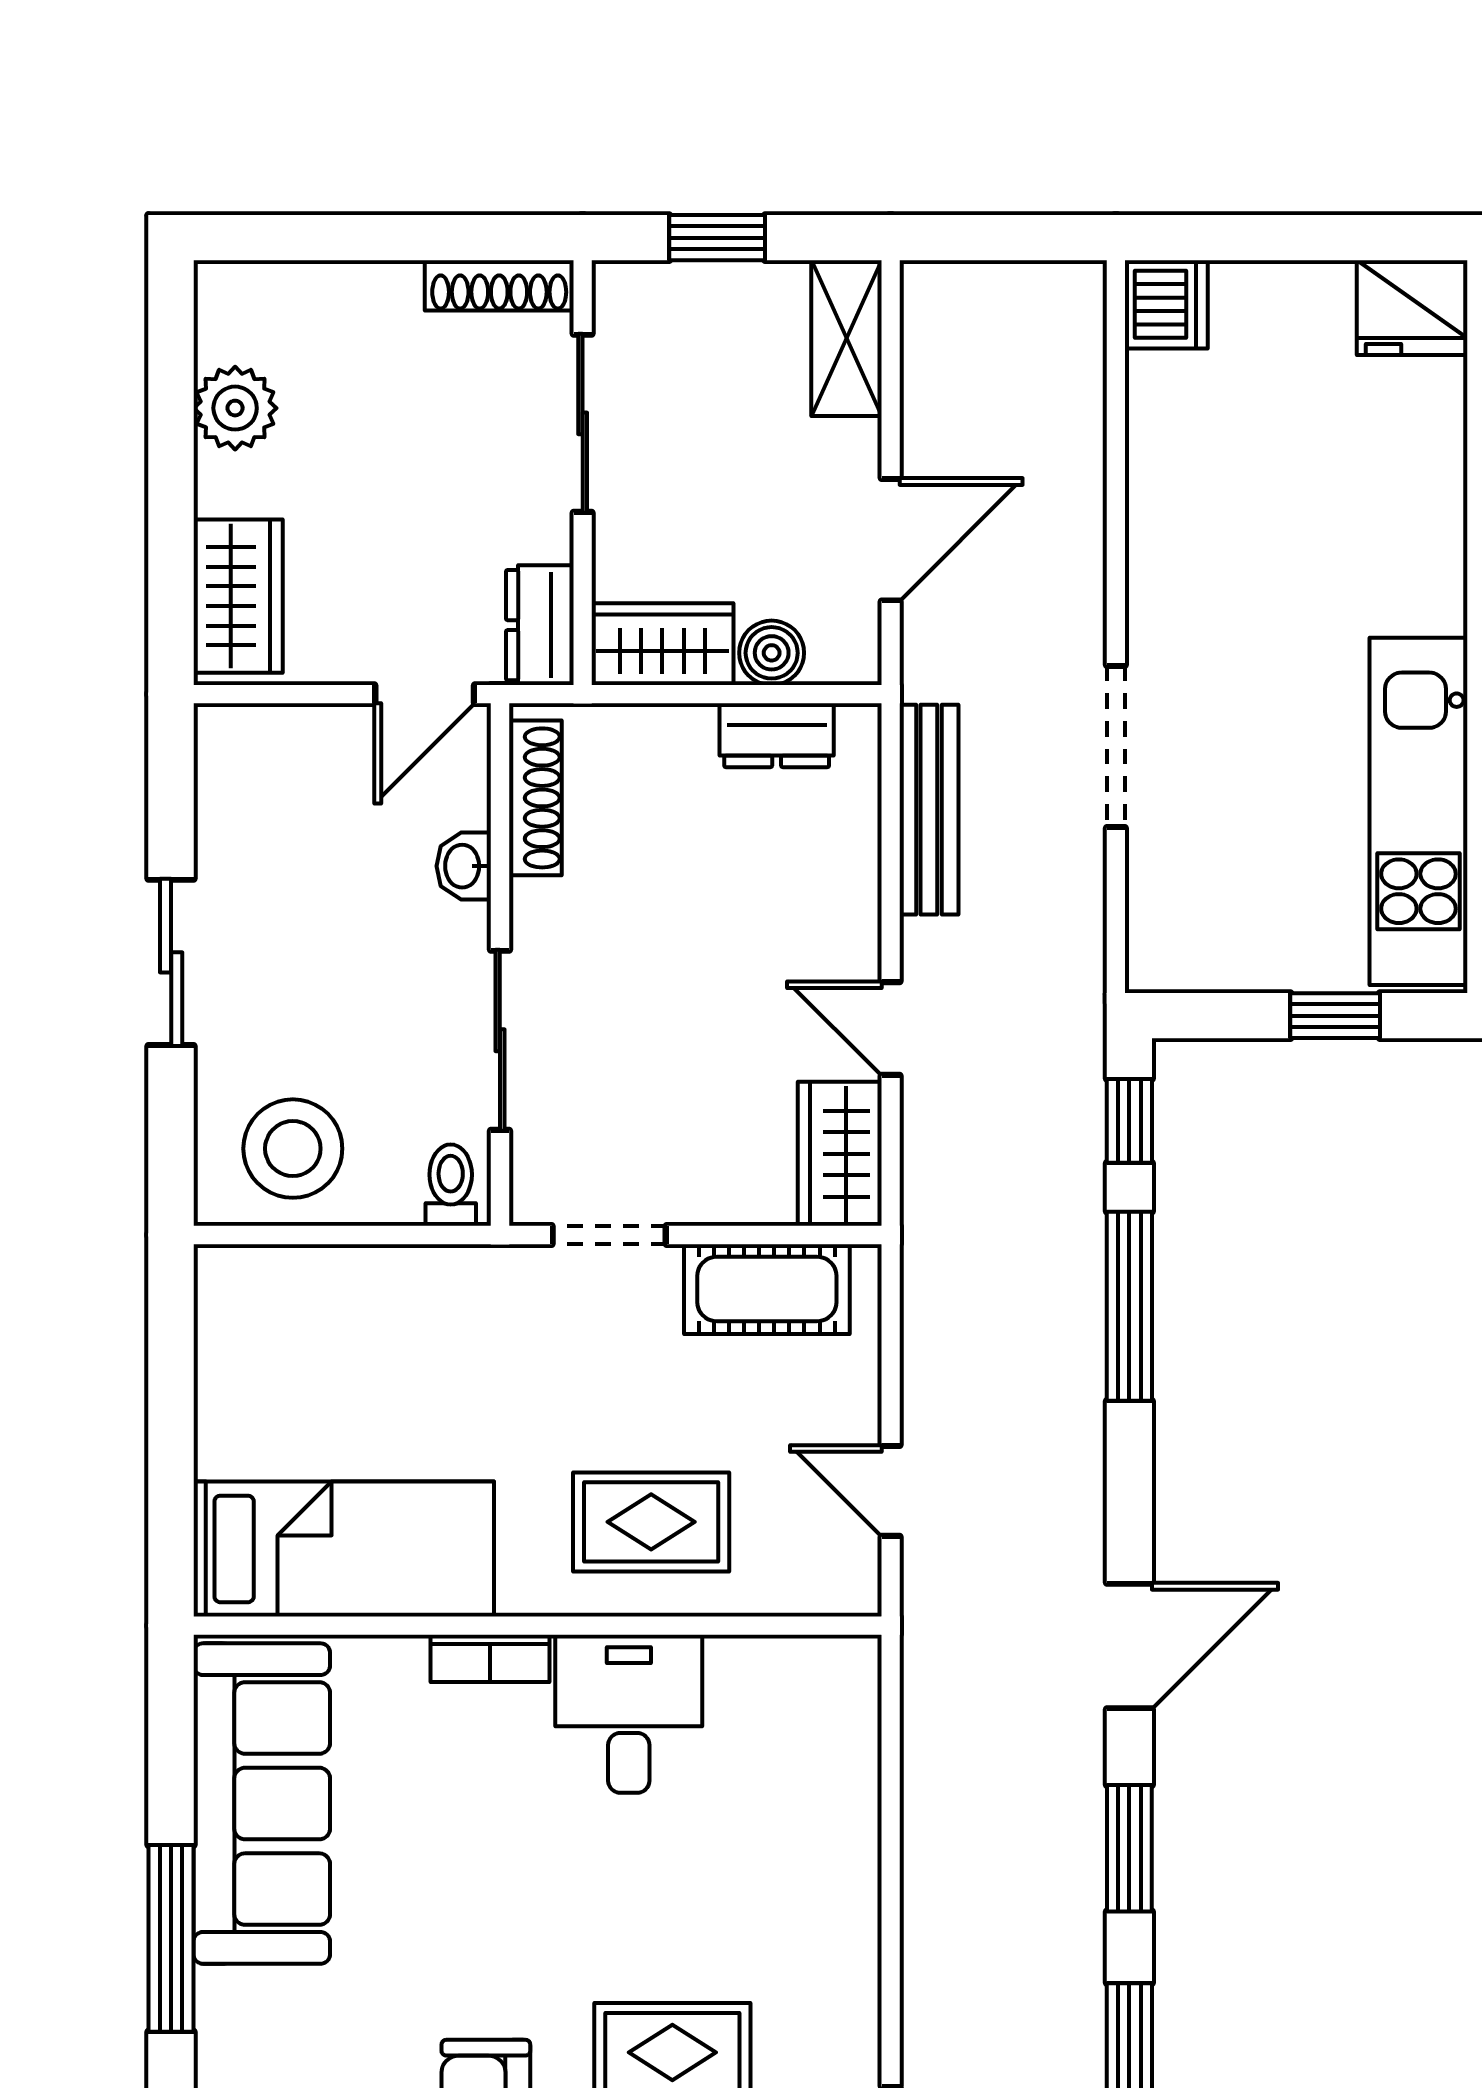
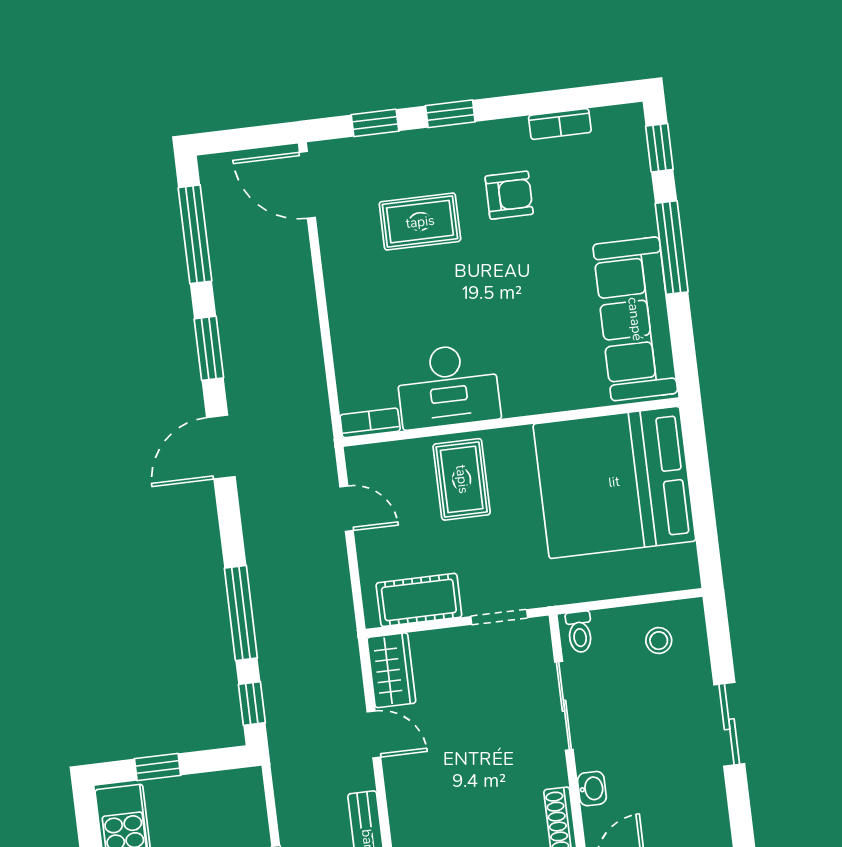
stool: (293, 1149) -> (659, 641), width x0.53, depth x0.53
rug: (651, 1522) -> (462, 479), turned 90
bed: (344, 1549) -> (614, 482), width x2.04
bookcase: (490, 1658) -> (370, 423), moved
desk: (629, 1714) -> (448, 386), width x1.37

